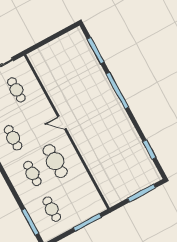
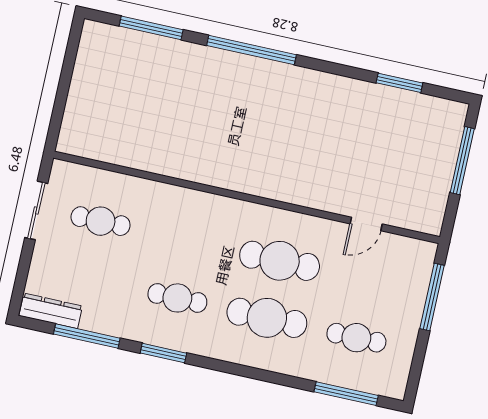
door: (62, 123) -> (366, 224), moved
cafe table: (32, 173) -> (267, 318), width x1.37, depth x1.35

